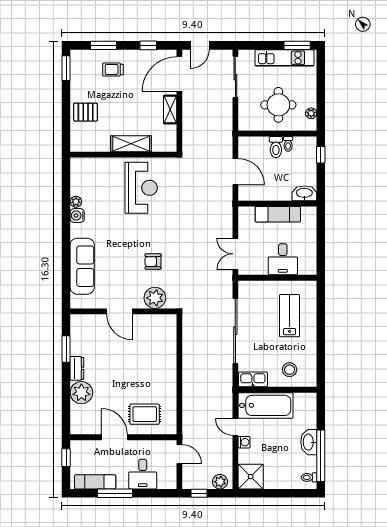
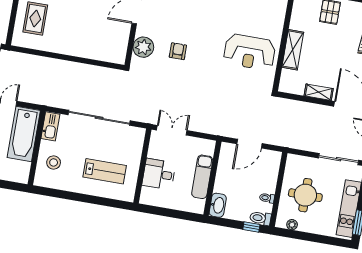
toilet: (276, 147) -> (260, 218), moved

